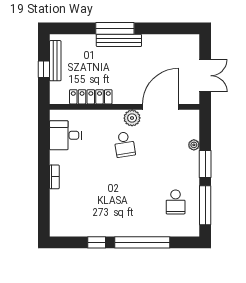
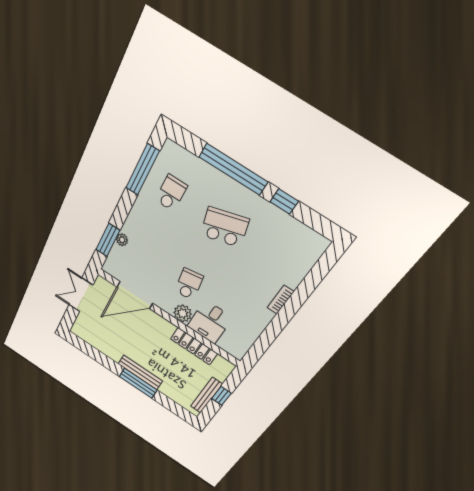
plant: (132, 118) -> (183, 313), moved
desk: (65, 135) -> (210, 322), moved, turned 90
window: (205, 164) -> (108, 240), moved
school desk: (124, 202) -> (224, 227), added

